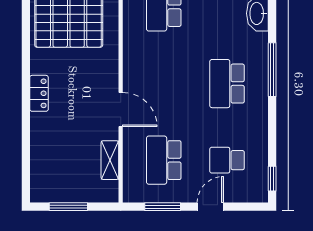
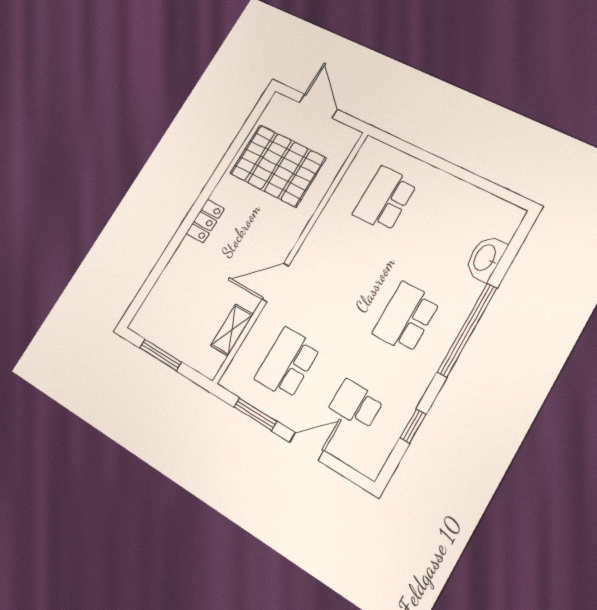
window: (272, 70) -> (467, 330), width x1.46
door: (121, 110) -> (275, 282), swing flipped
window: (272, 179) -> (413, 426), moved

